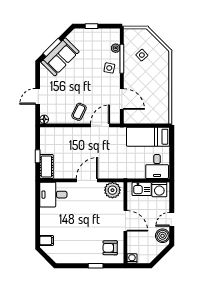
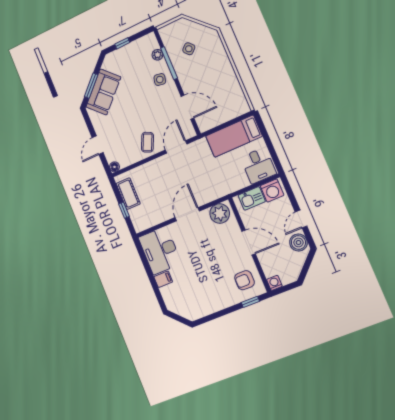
cot: (46, 167) -> (128, 194), moved
desk: (53, 195) -> (160, 251), width x1.37
filing cabinet: (47, 240) -> (163, 279), moved
window: (96, 266) -> (250, 302), moved

